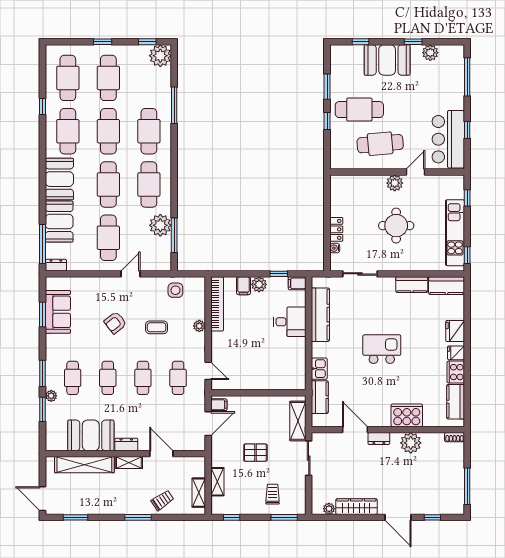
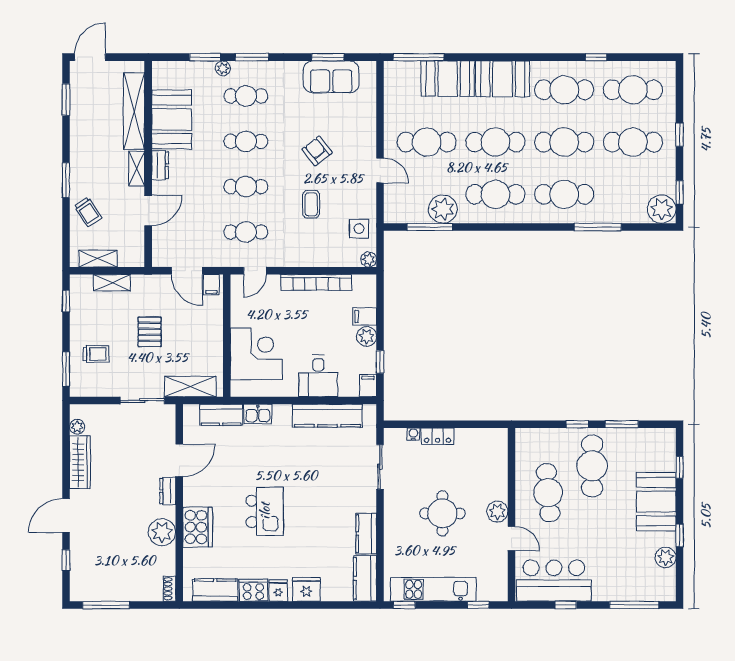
dresser: (56, 265) -> (391, 74), removed
bookcase: (217, 304) -> (316, 282), moved
plant: (199, 326) -> (369, 259), moved
kitchen island: (382, 349) -> (265, 511), moved
corner desk: (273, 370) -> (256, 354), added

